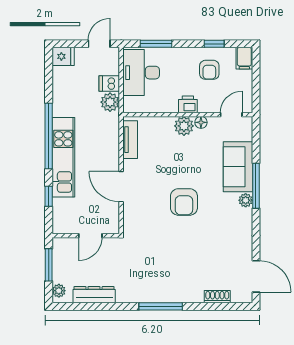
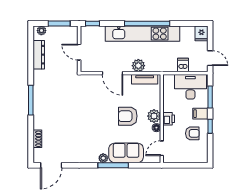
window: (214, 44) -> (210, 126), moved
filing cabinet: (244, 58) -> (200, 114), moved
armchair: (209, 70) -> (192, 133), turned 180
plant: (110, 102) -> (138, 66), moved
door: (231, 115) -> (162, 148), swing flipped
kitchen unit: (63, 157) -> (143, 34), width x1.36
door: (121, 187) -> (113, 73), swing flipped
window: (49, 196) -> (93, 24), moved
armchair: (184, 202) -> (128, 116), moved

